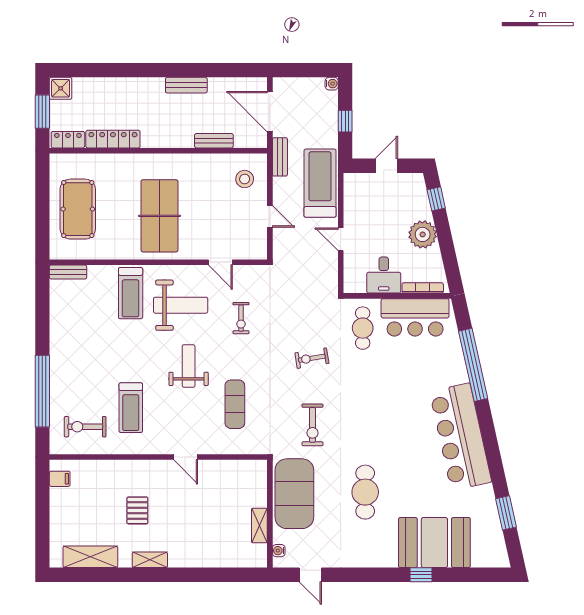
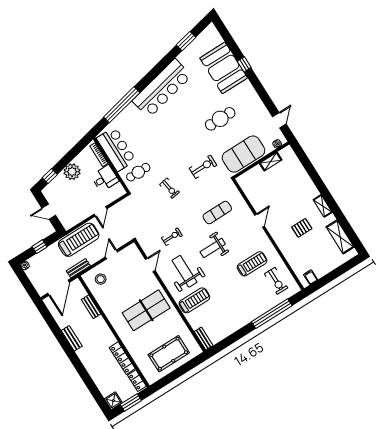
treadmill: (320, 183) -> (79, 240), turned 180

